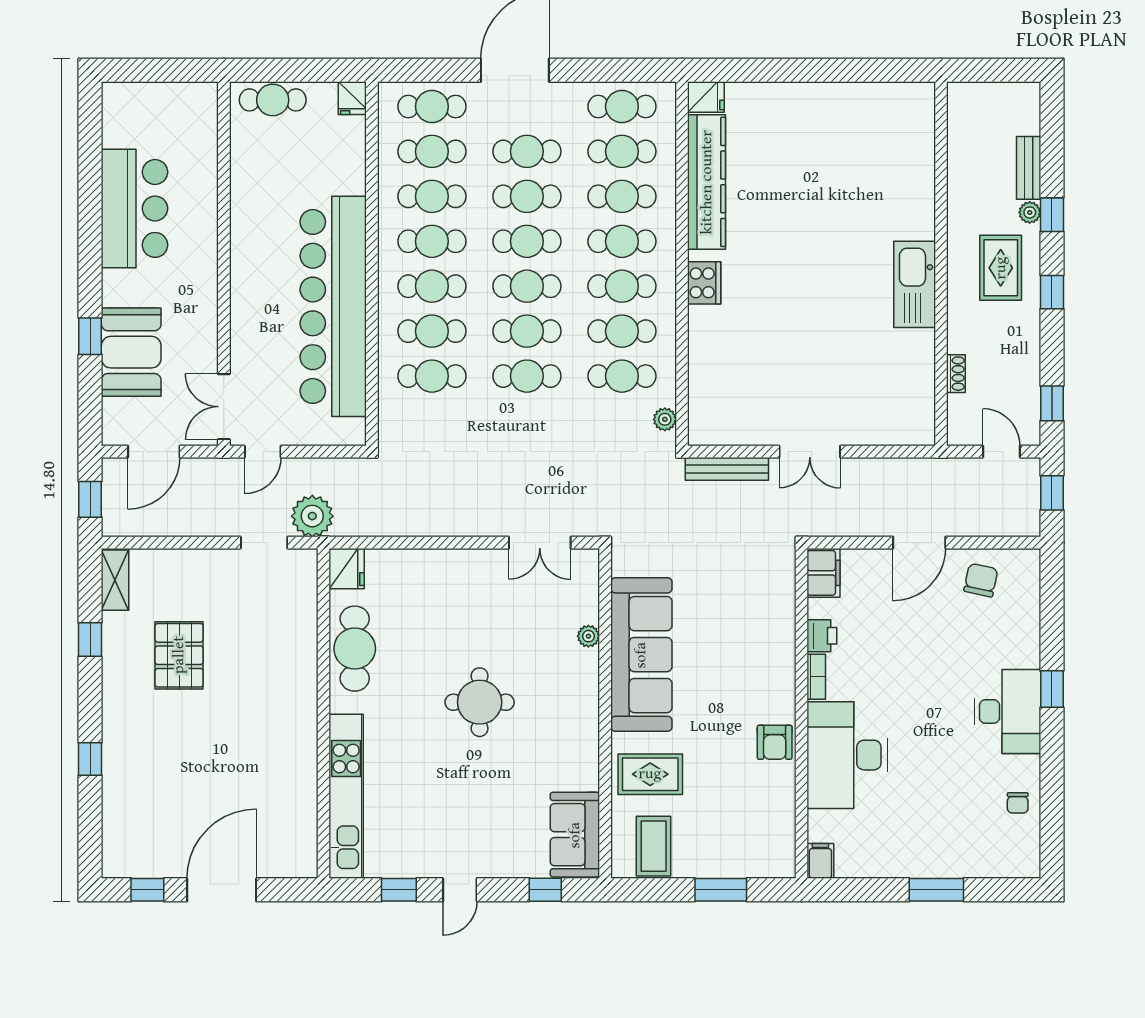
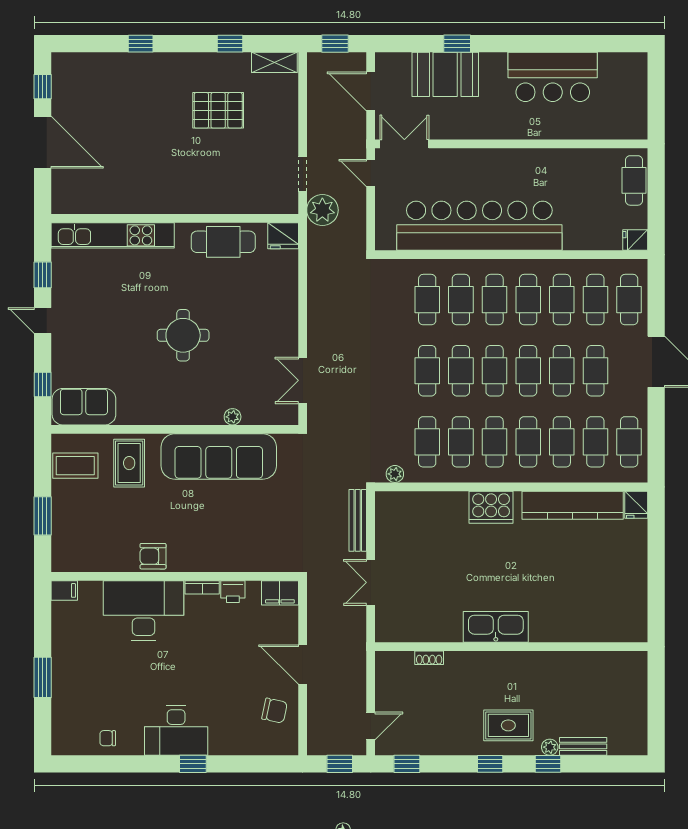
wall: (941, 264) -> (511, 647), moved
cooker: (704, 283) -> (491, 507), width x1.37, depth x1.31
kitchen sink: (915, 284) -> (496, 627), moved
shoe rack: (956, 374) -> (429, 658), moved

